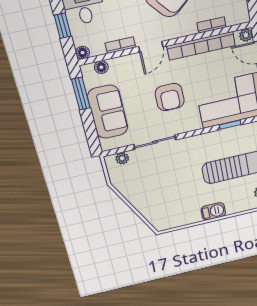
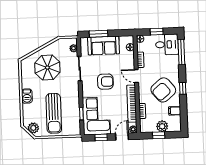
window: (81, 94) -> (99, 34), moved
armchair: (170, 97) -> (105, 82), turned 180
parasol: (162, 191) -> (47, 68), added

